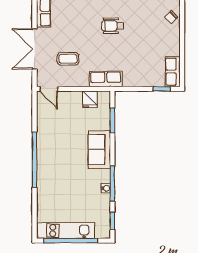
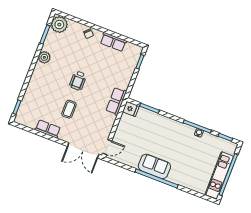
double door: (35, 49) -> (83, 150), moved
coffee table: (68, 59) -> (69, 109), moved
row of seats: (173, 72) -> (113, 42), moved
fridge: (90, 99) -> (131, 109), moved
sofa: (99, 149) -> (154, 166), moved, turned 180

